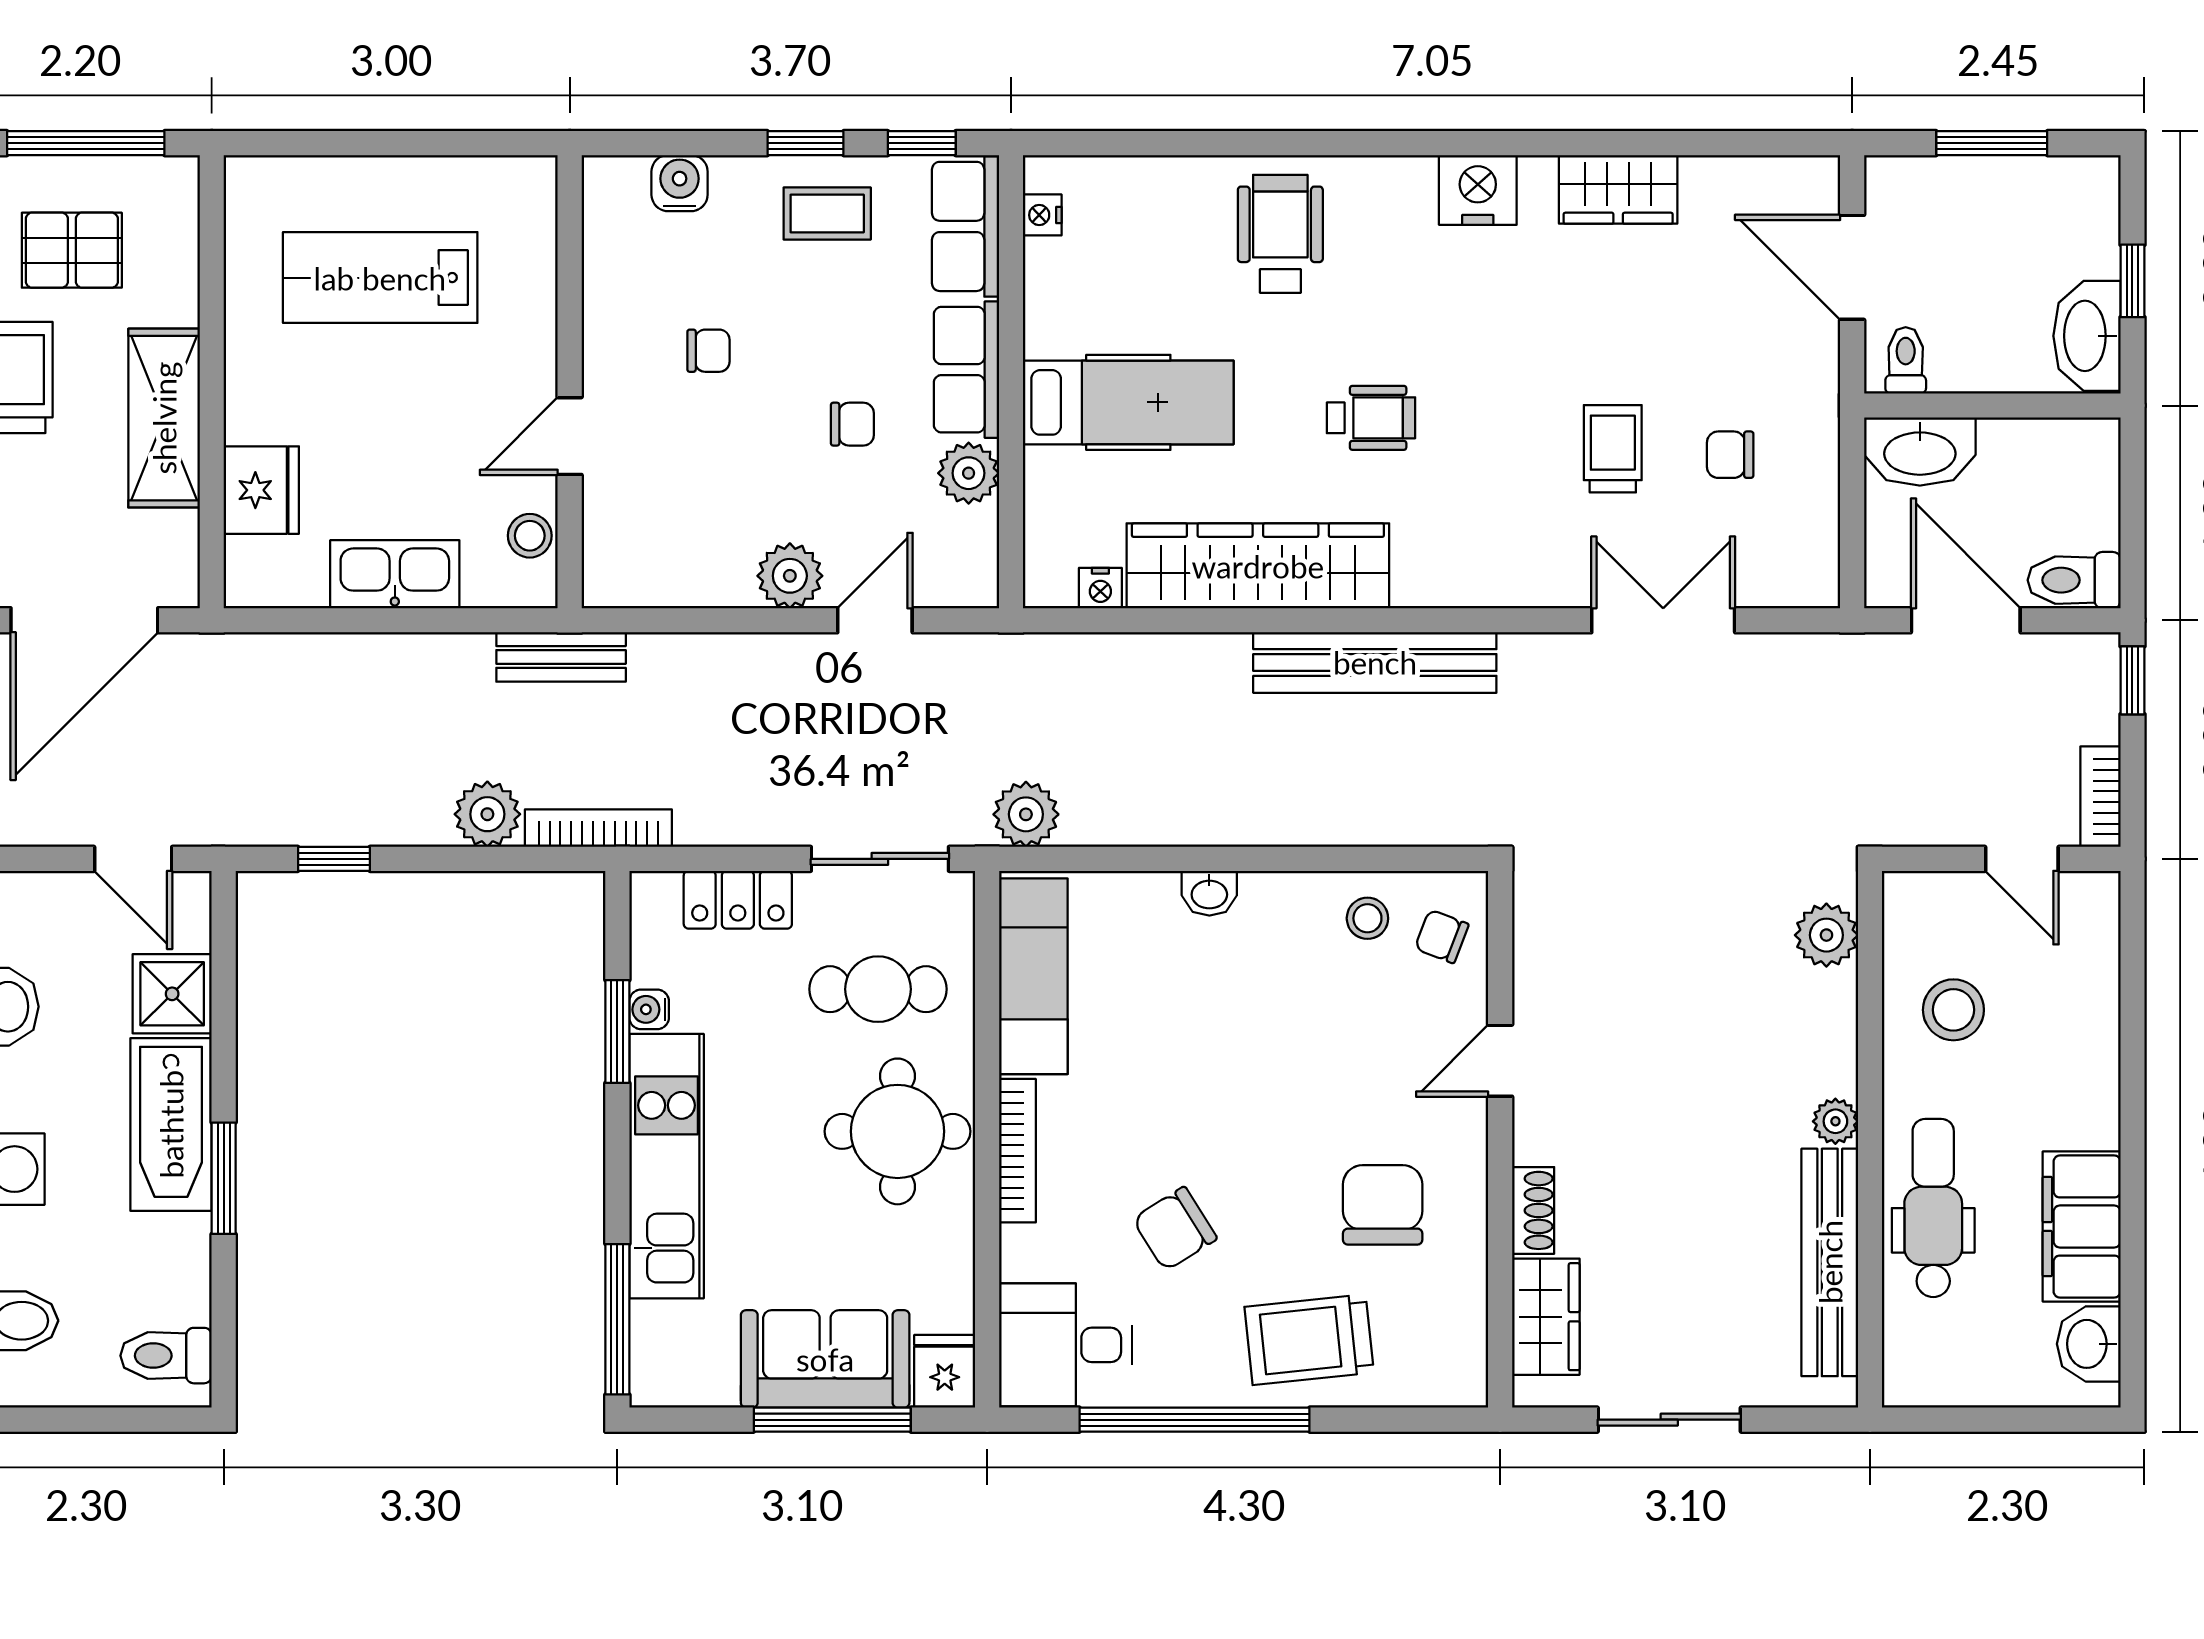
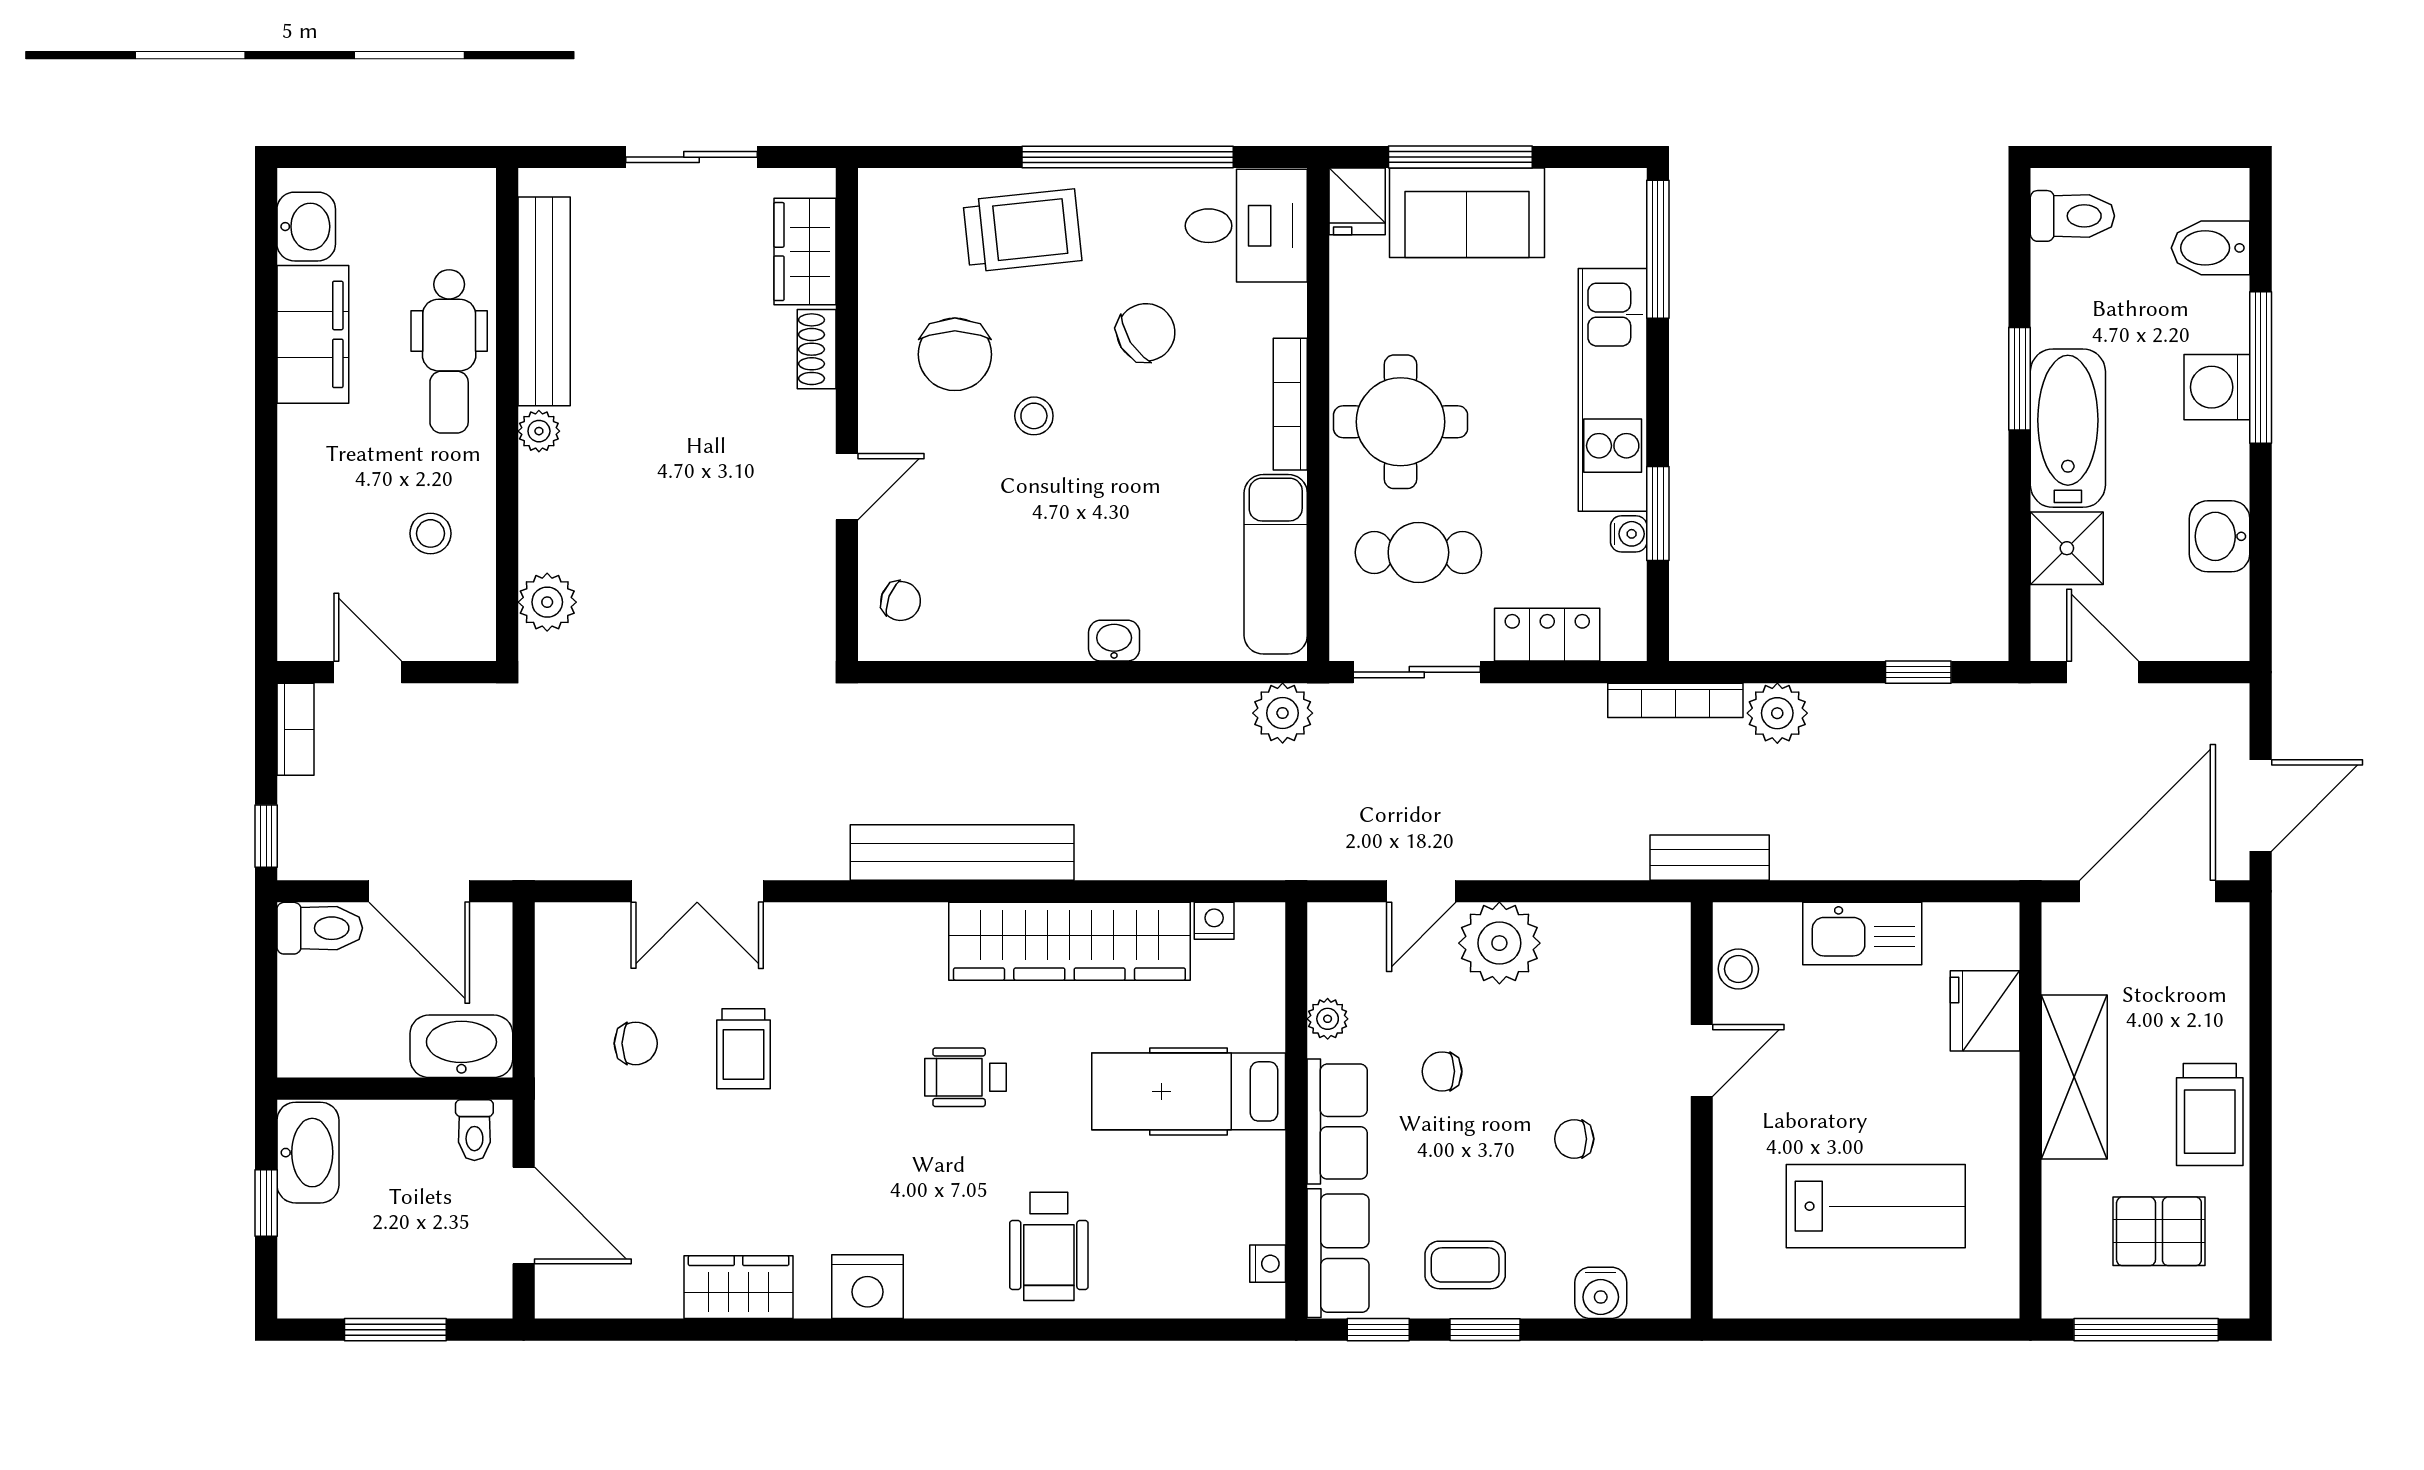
plant: (969, 473) -> (1328, 1019), width x0.73, depth x0.73
plant: (790, 576) -> (1499, 943), width x1.36, depth x1.36
stool: (1367, 918) -> (1034, 416), moved
stool: (1953, 1010) -> (430, 533), width x0.73, depth x0.73

